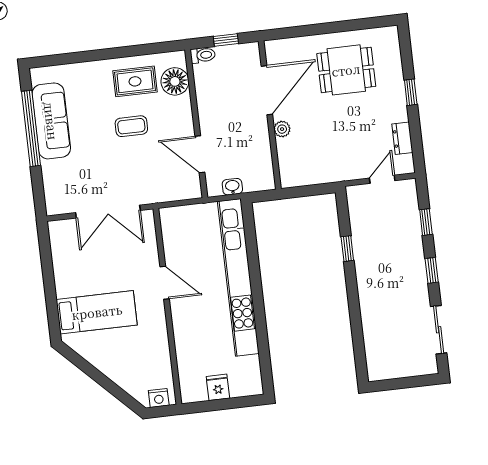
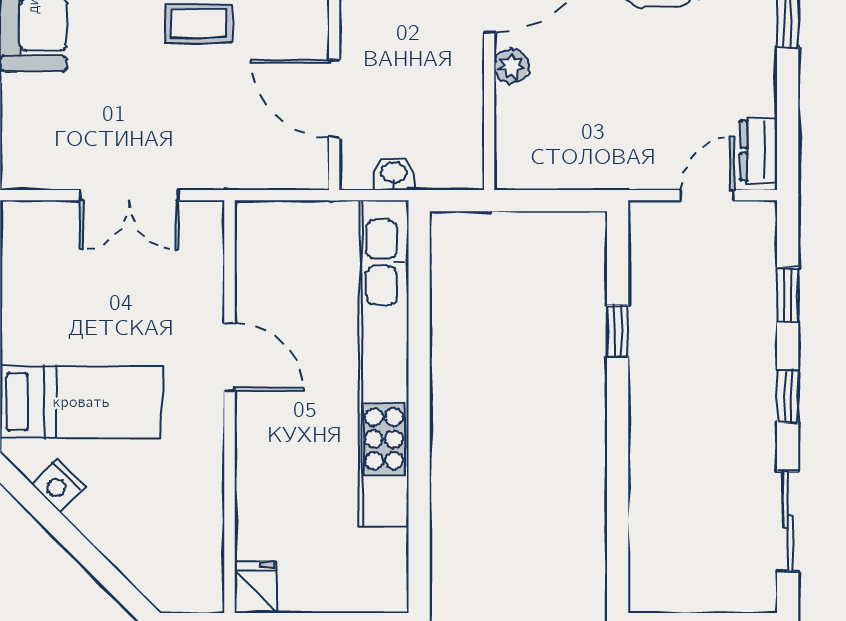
dresser: (402, 138) -> (759, 151), moved
double door: (108, 212) -> (129, 195), width x0.73
fridge: (218, 387) -> (256, 587), moved
nightstand: (159, 398) -> (58, 485), moved, turned 45

